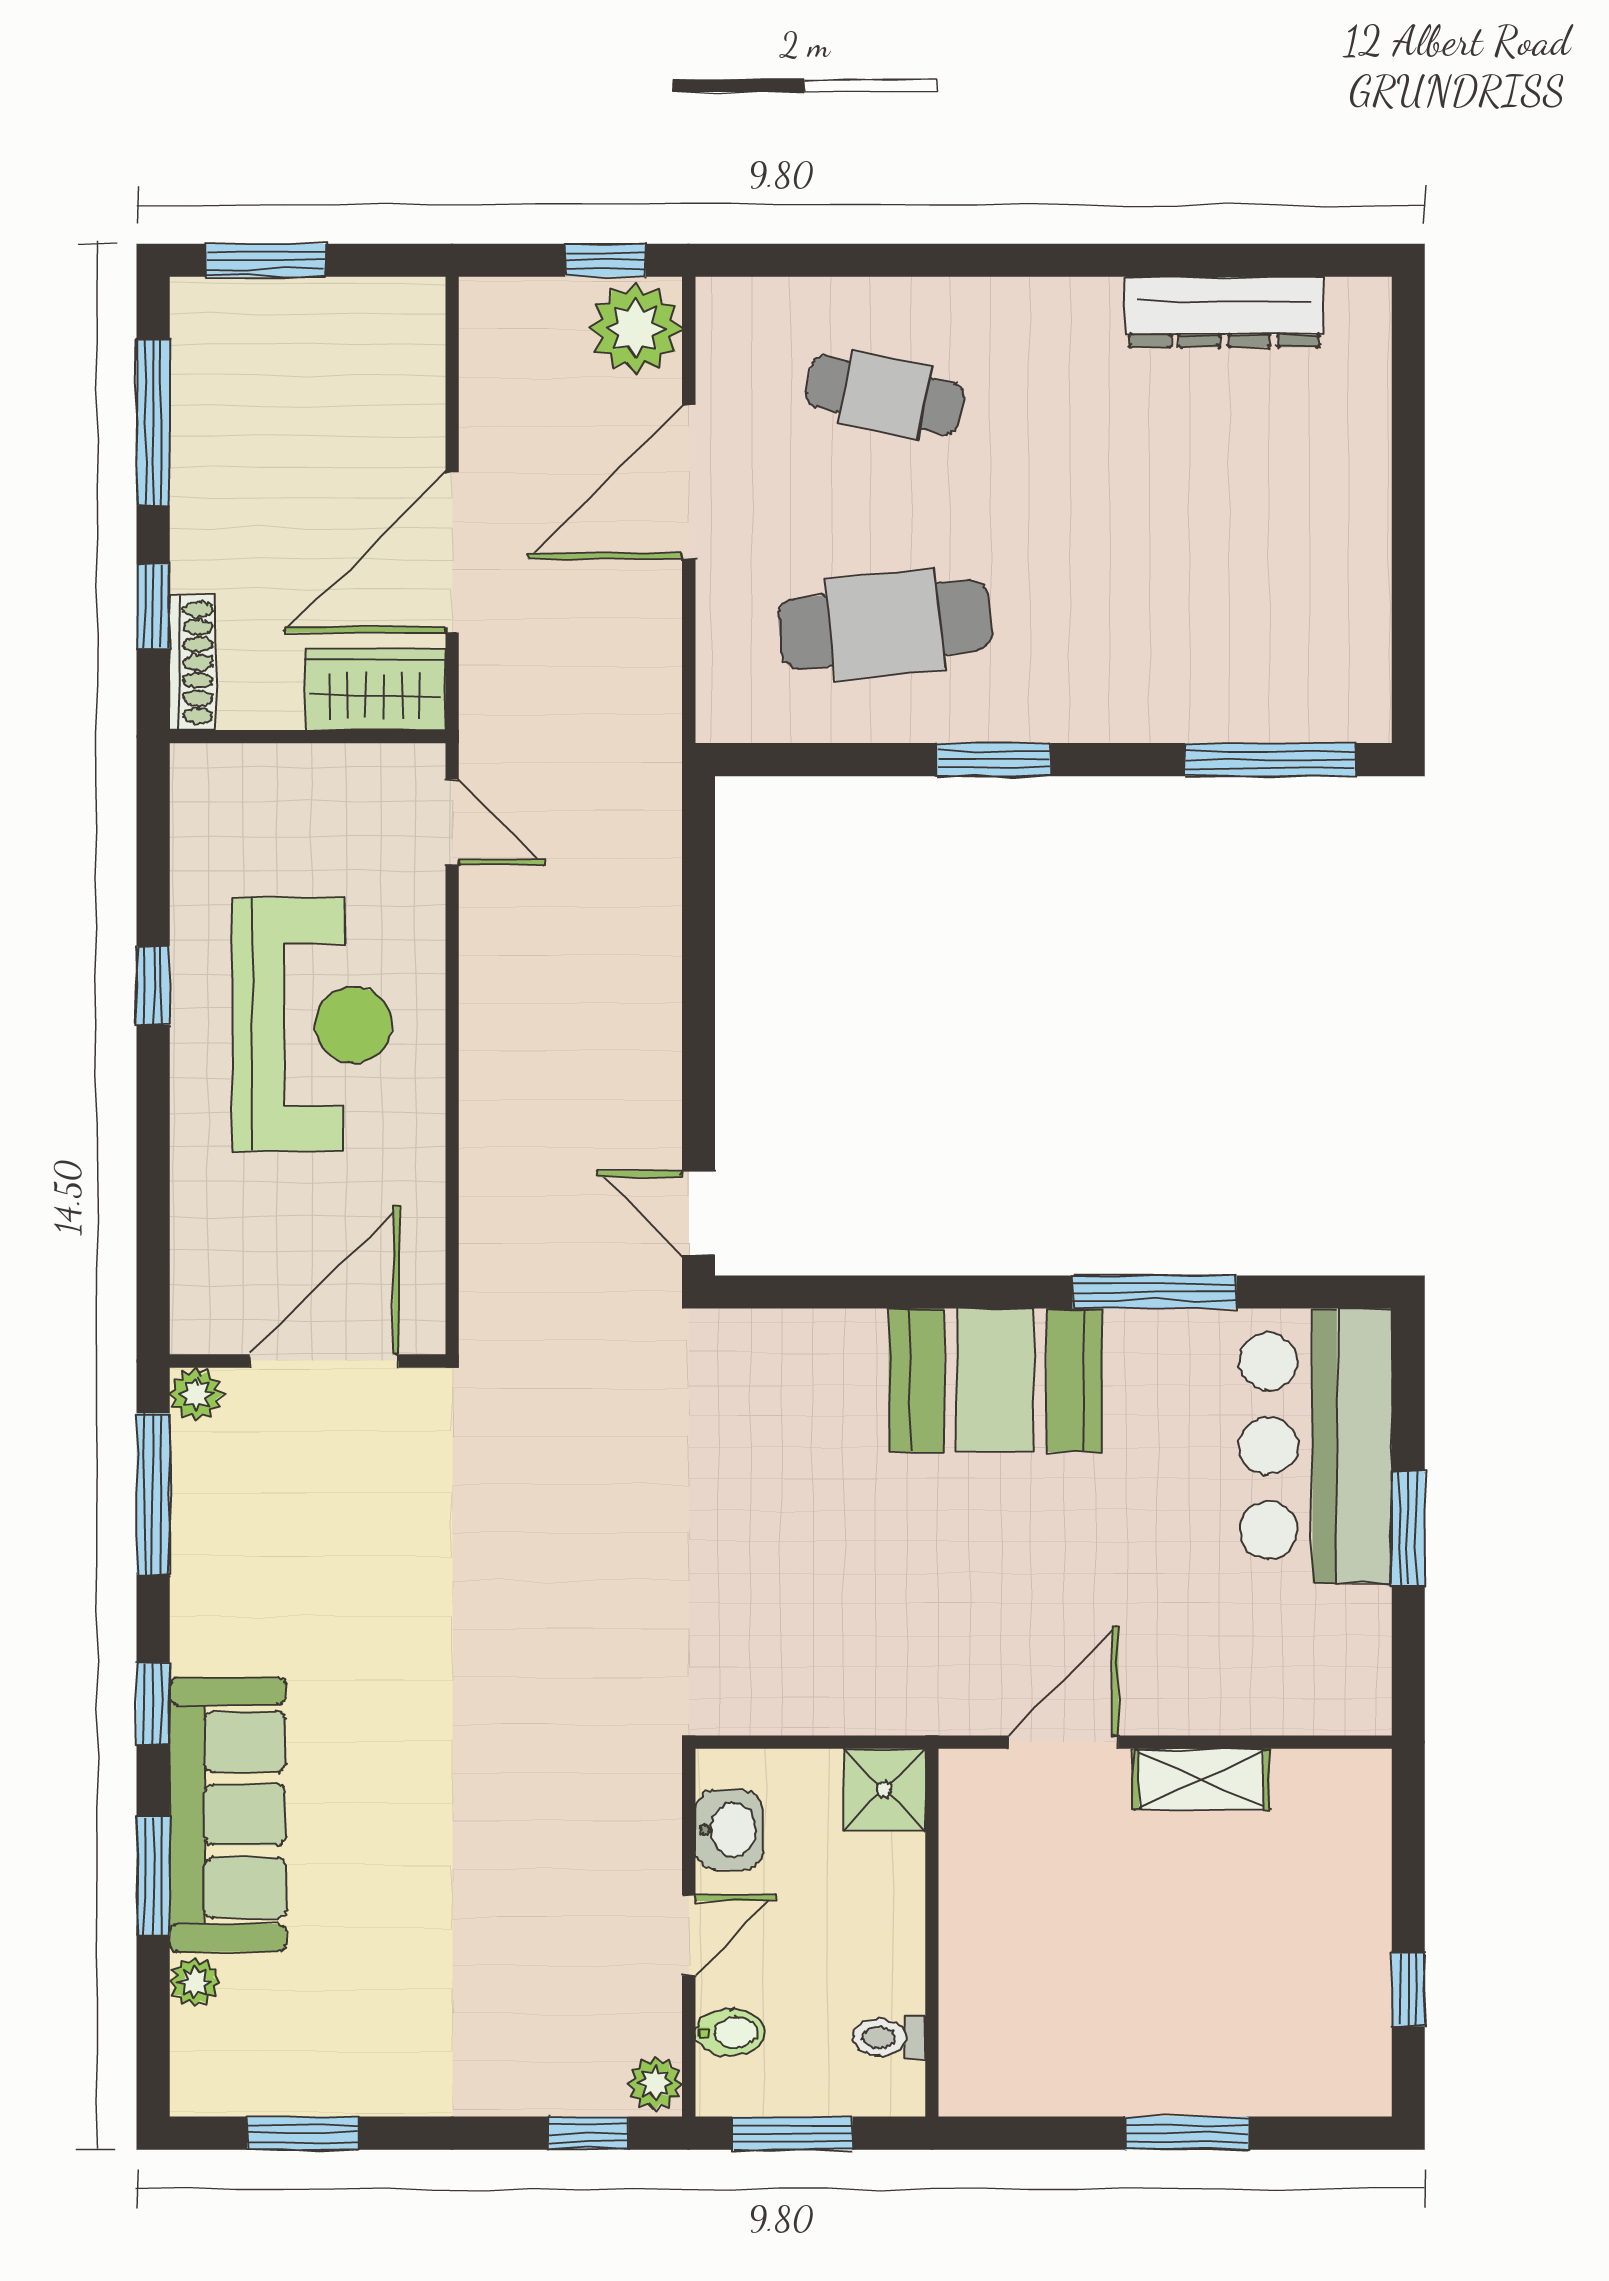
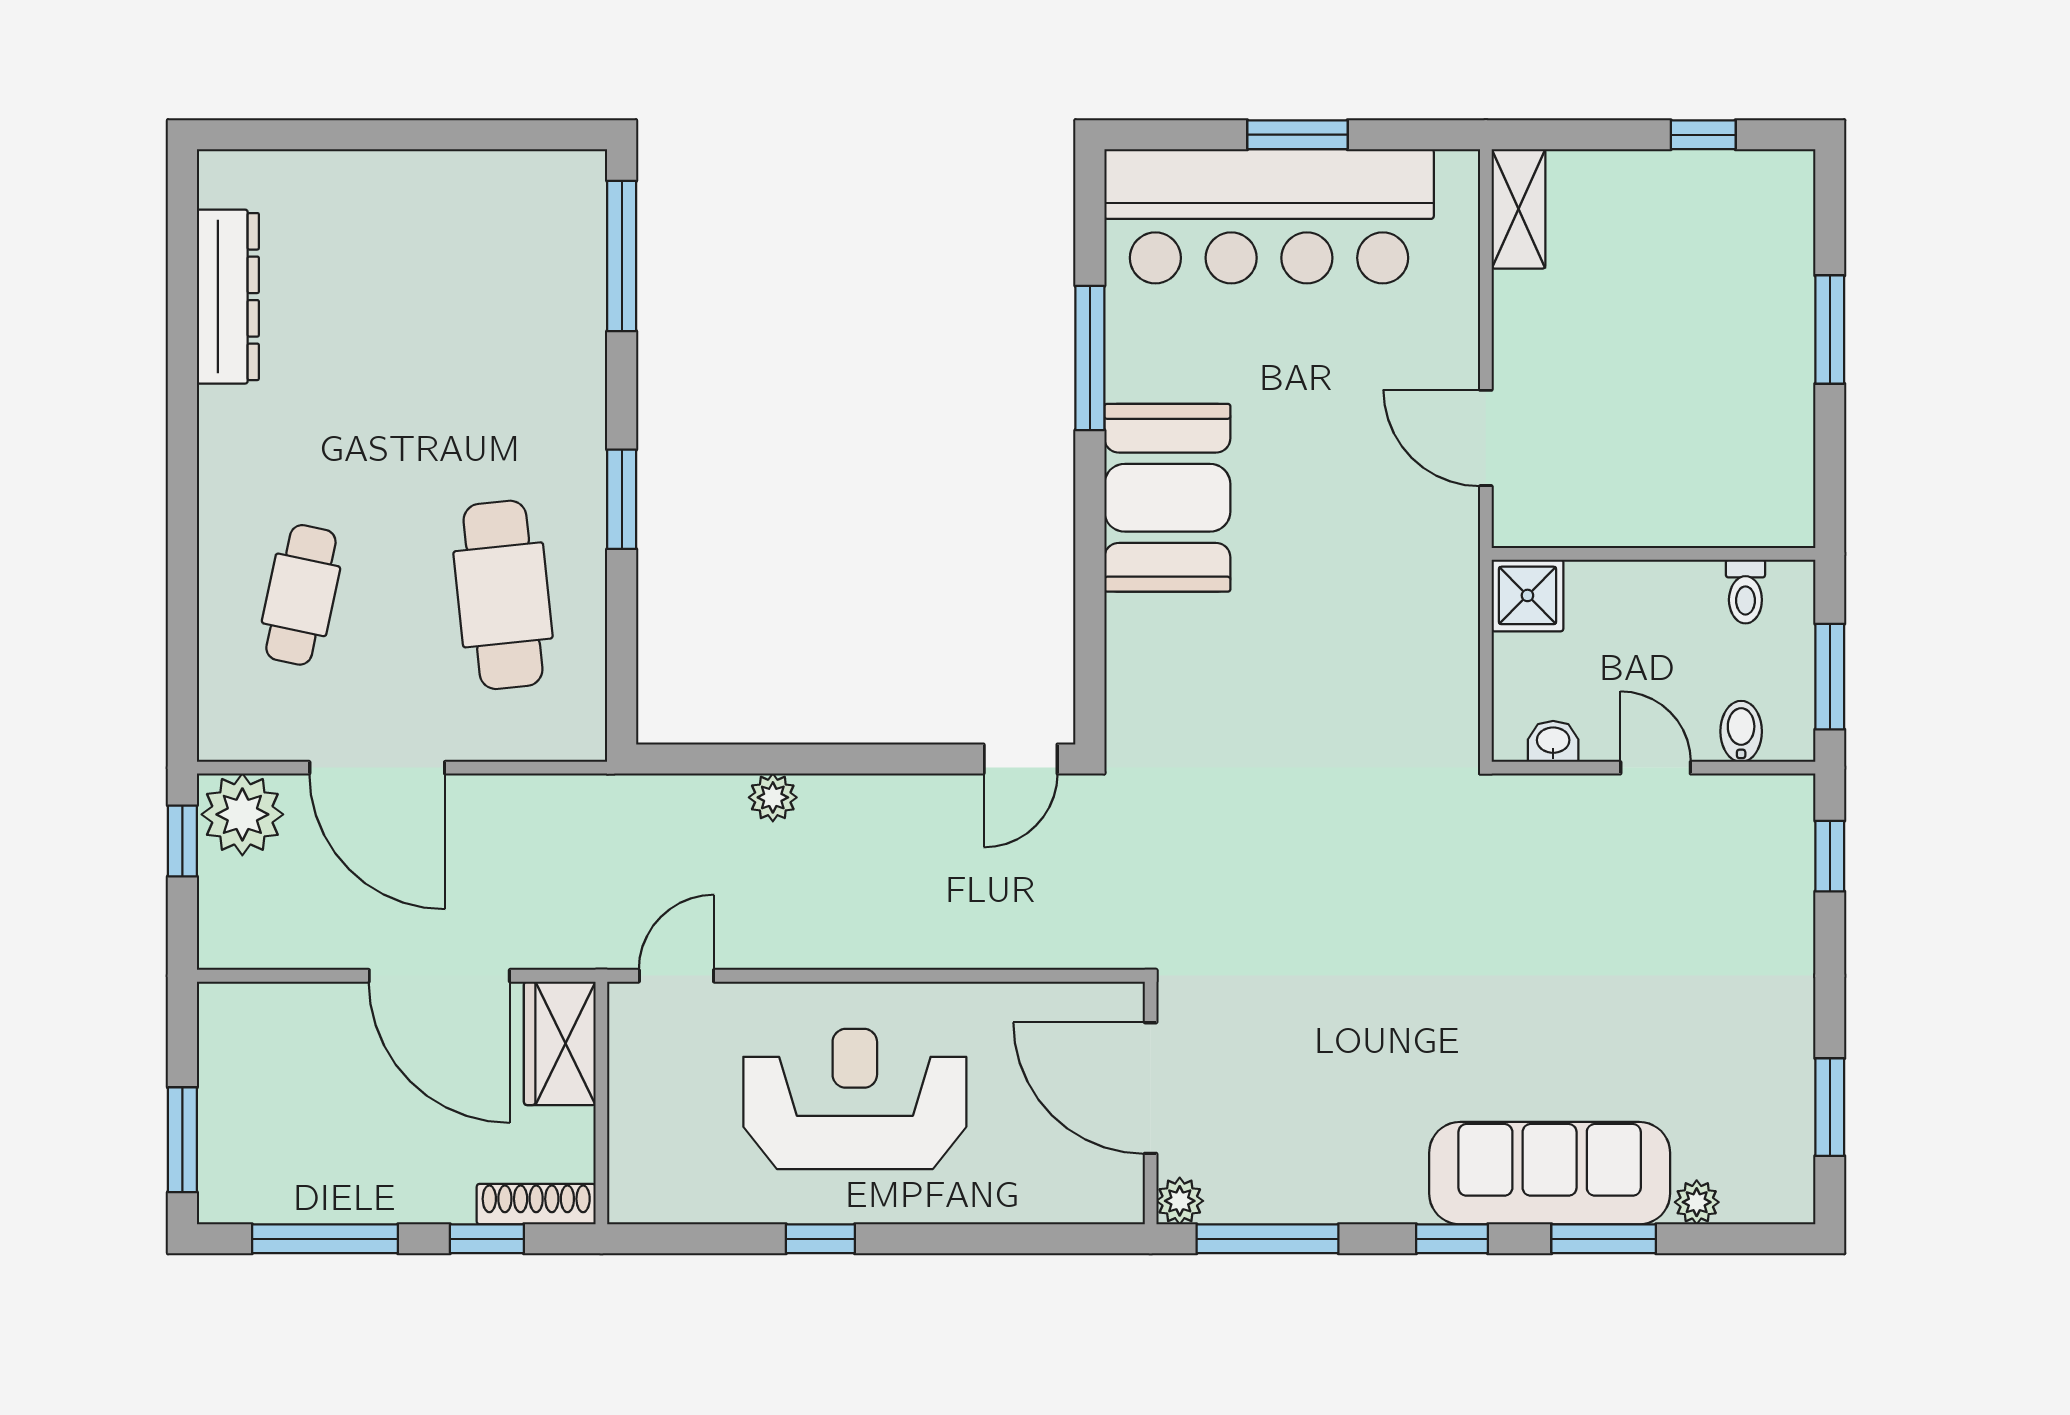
bar counter: (1316, 1446) -> (1269, 216), width x1.36
shelving: (1201, 1779) -> (1518, 209), moved
washbasin: (729, 1830) -> (1553, 741), width x0.72, depth x0.69
plant: (655, 2083) -> (773, 797), moved

